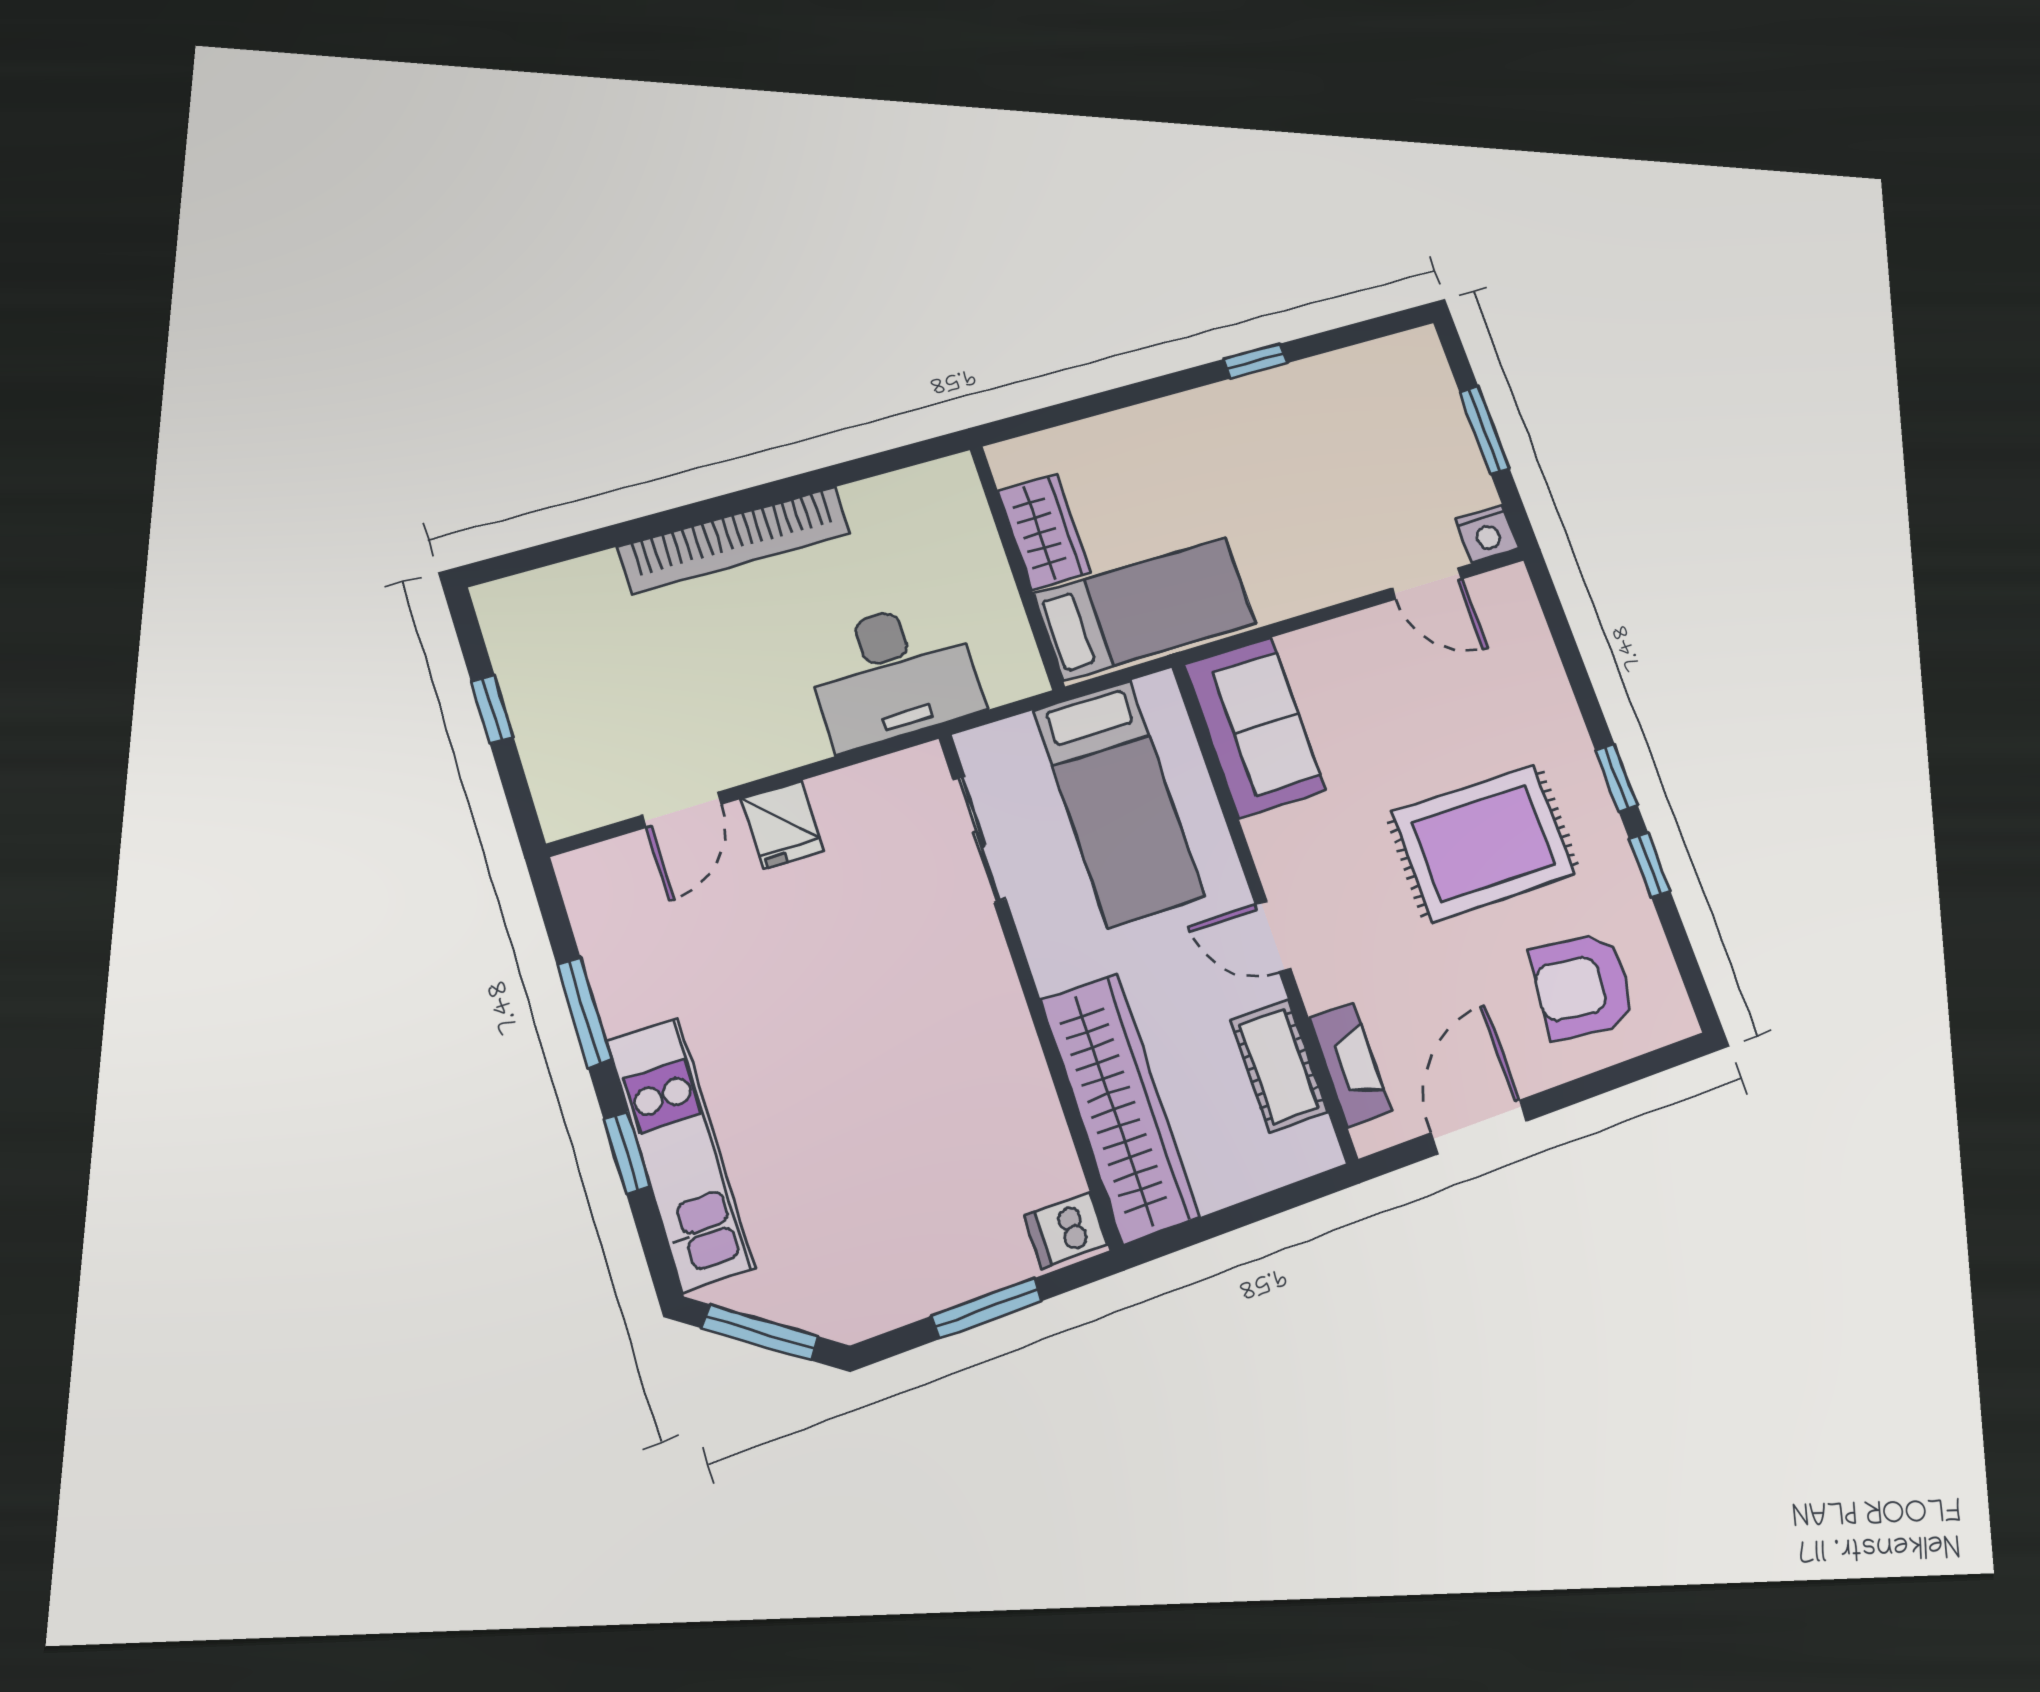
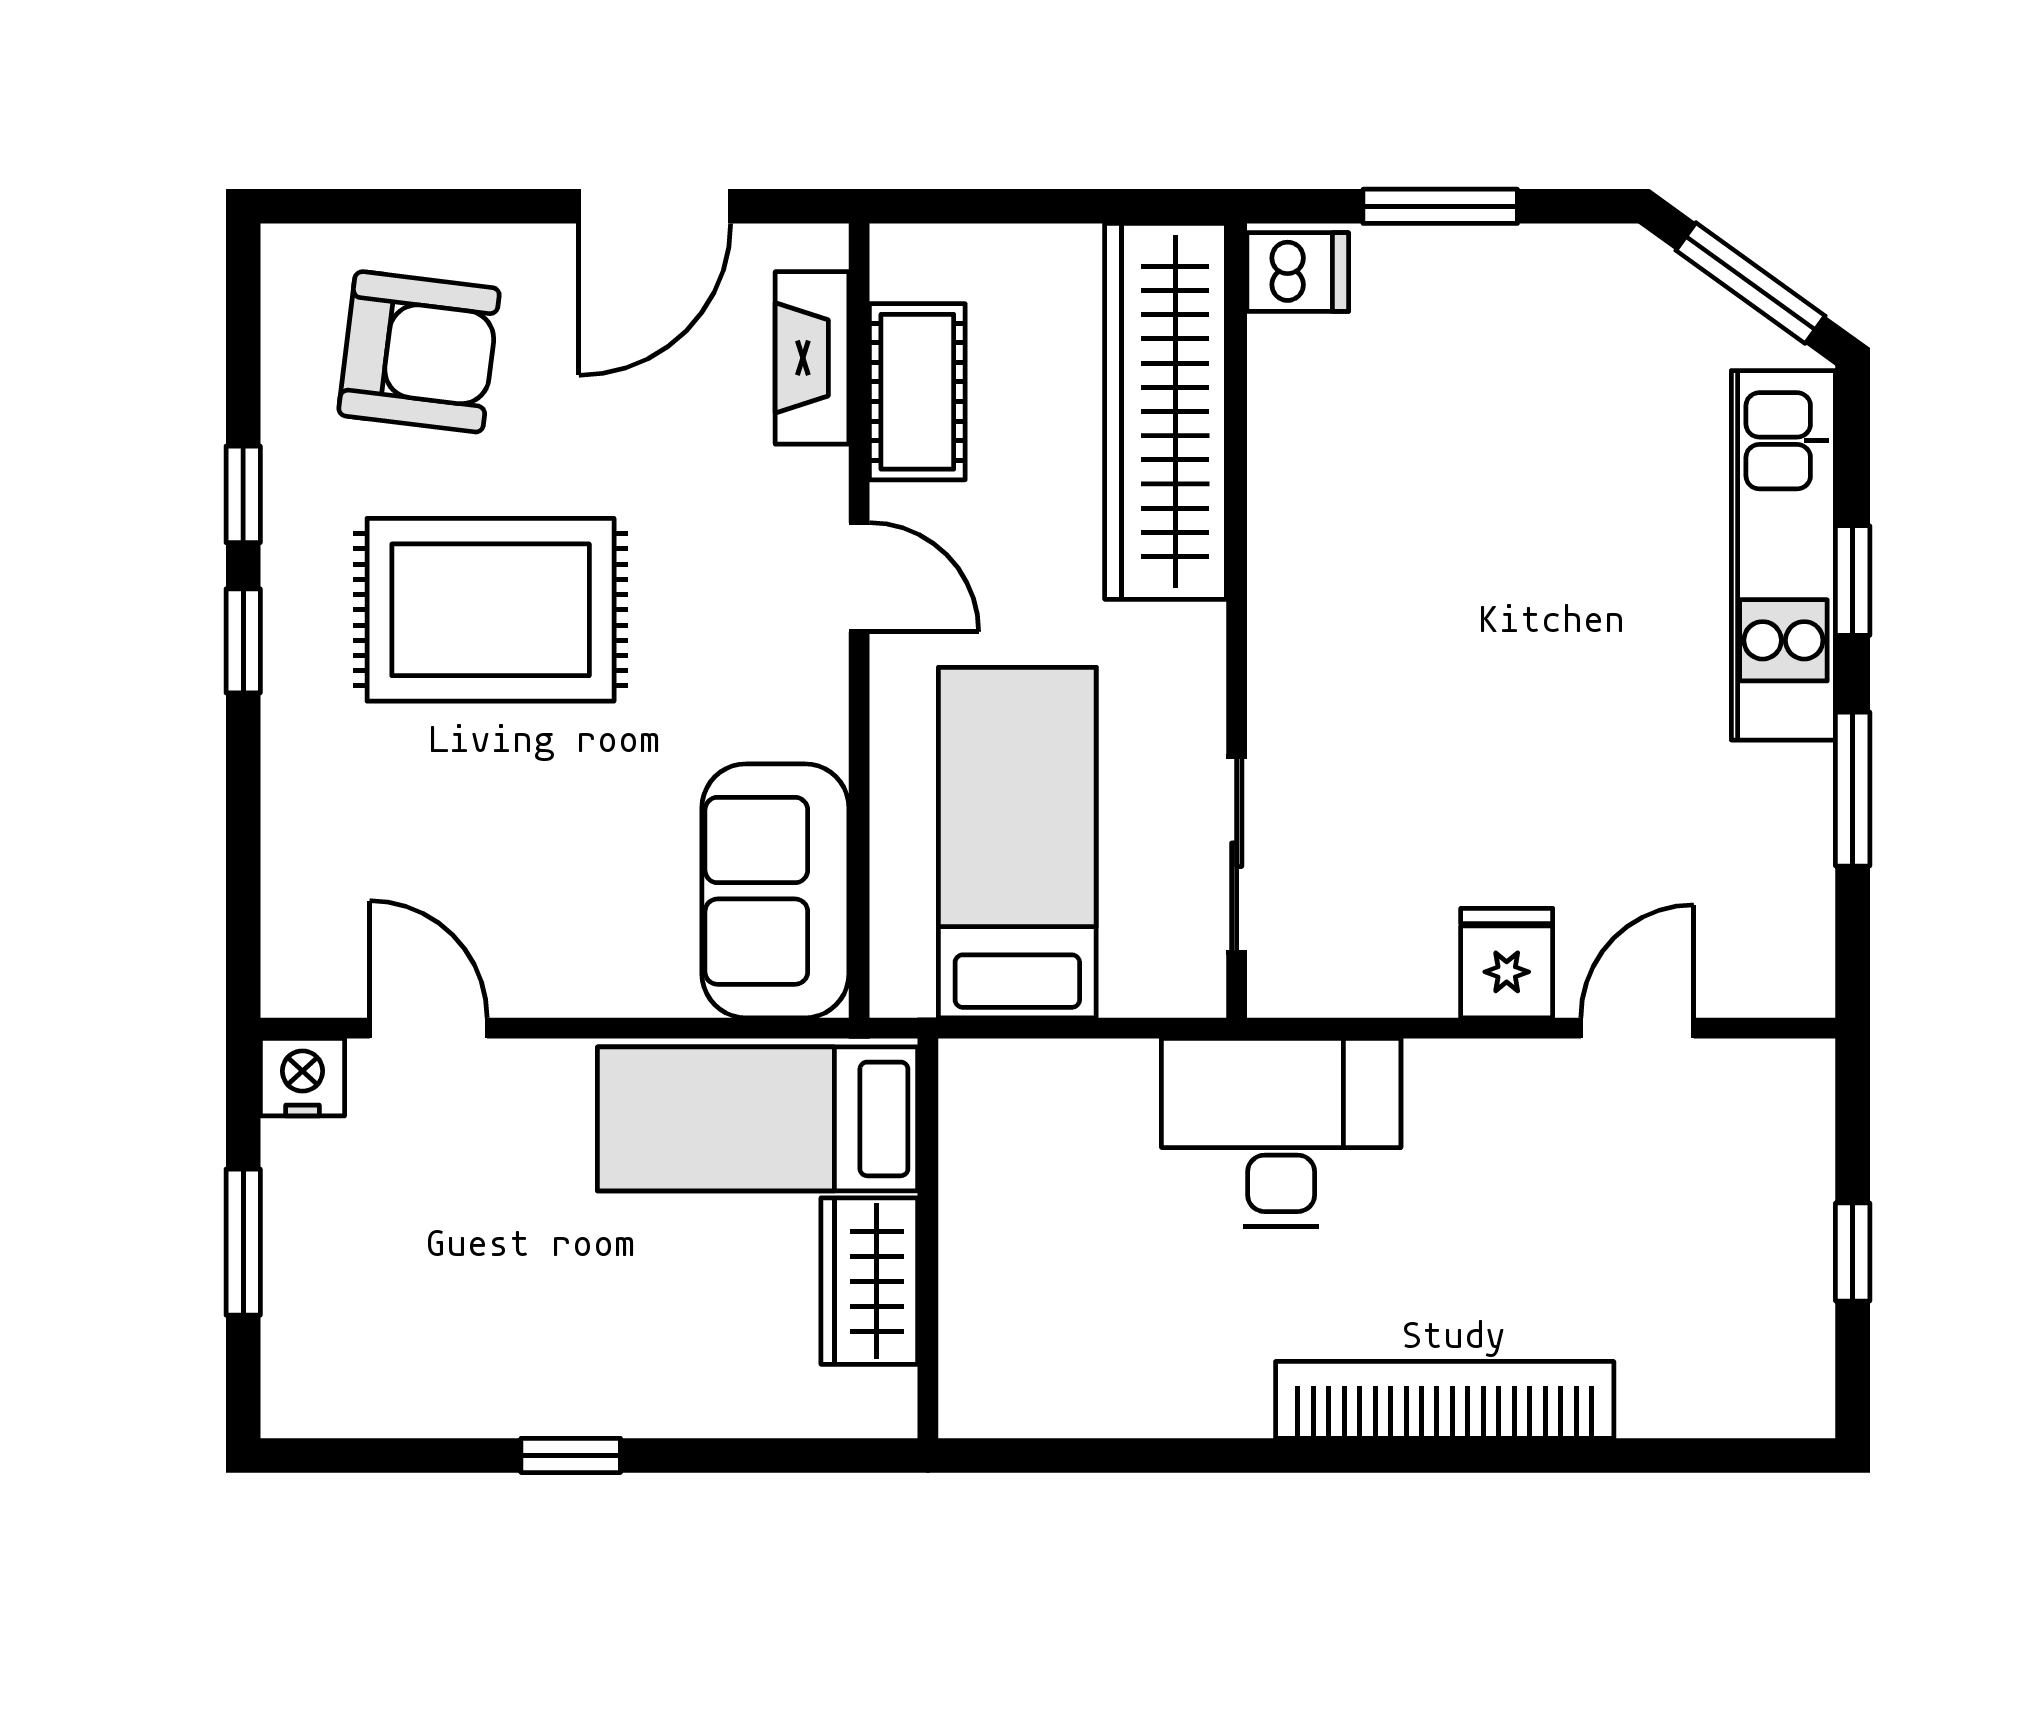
wardrobe: (1044, 532) -> (869, 1281), moved
wall: (1017, 567) -> (928, 1238), moved
bed: (1145, 609) -> (757, 1119), moved

